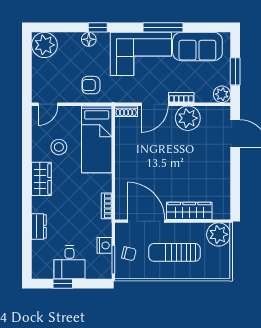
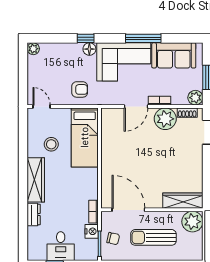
floor lamp: (89, 39) -> (89, 49), moved
plant: (44, 45) -> (33, 49), width x0.53, depth x0.53
armchair: (91, 85) -> (80, 89), turned 180
door: (48, 104) -> (42, 106), swing flipped
shoe rack: (126, 111) -> (187, 113), moved
wardrobe: (41, 179) -> (36, 180), width x1.50
bookcase: (107, 206) -> (93, 212), moved
wardrobe: (189, 211) -> (183, 201), moved

